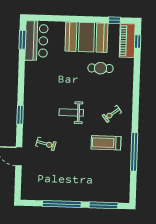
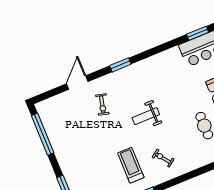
weight bench: (71, 112) -> (146, 116), turned -90
window: (62, 204) -> (43, 134), moved

